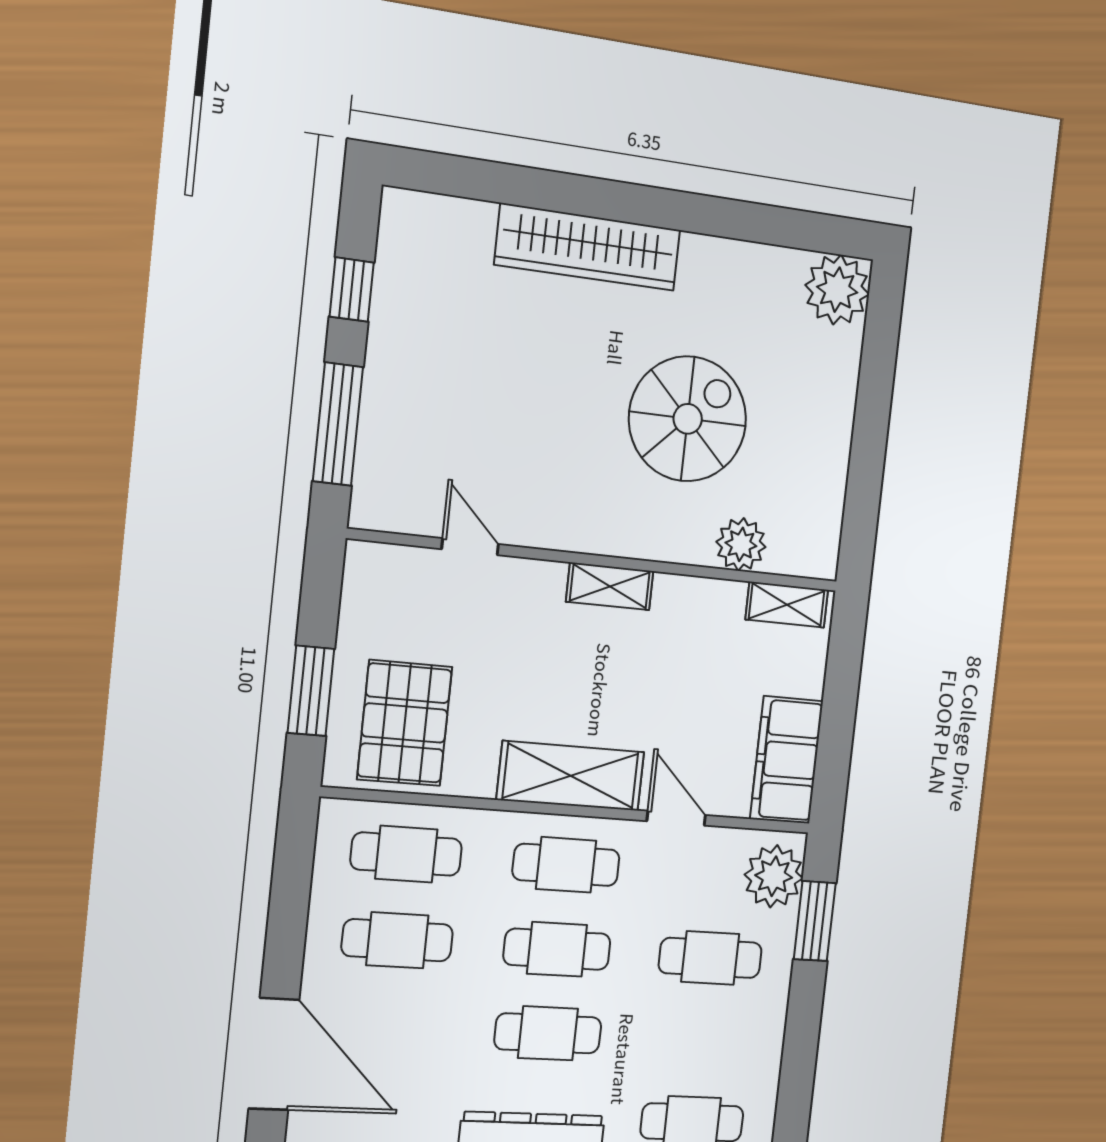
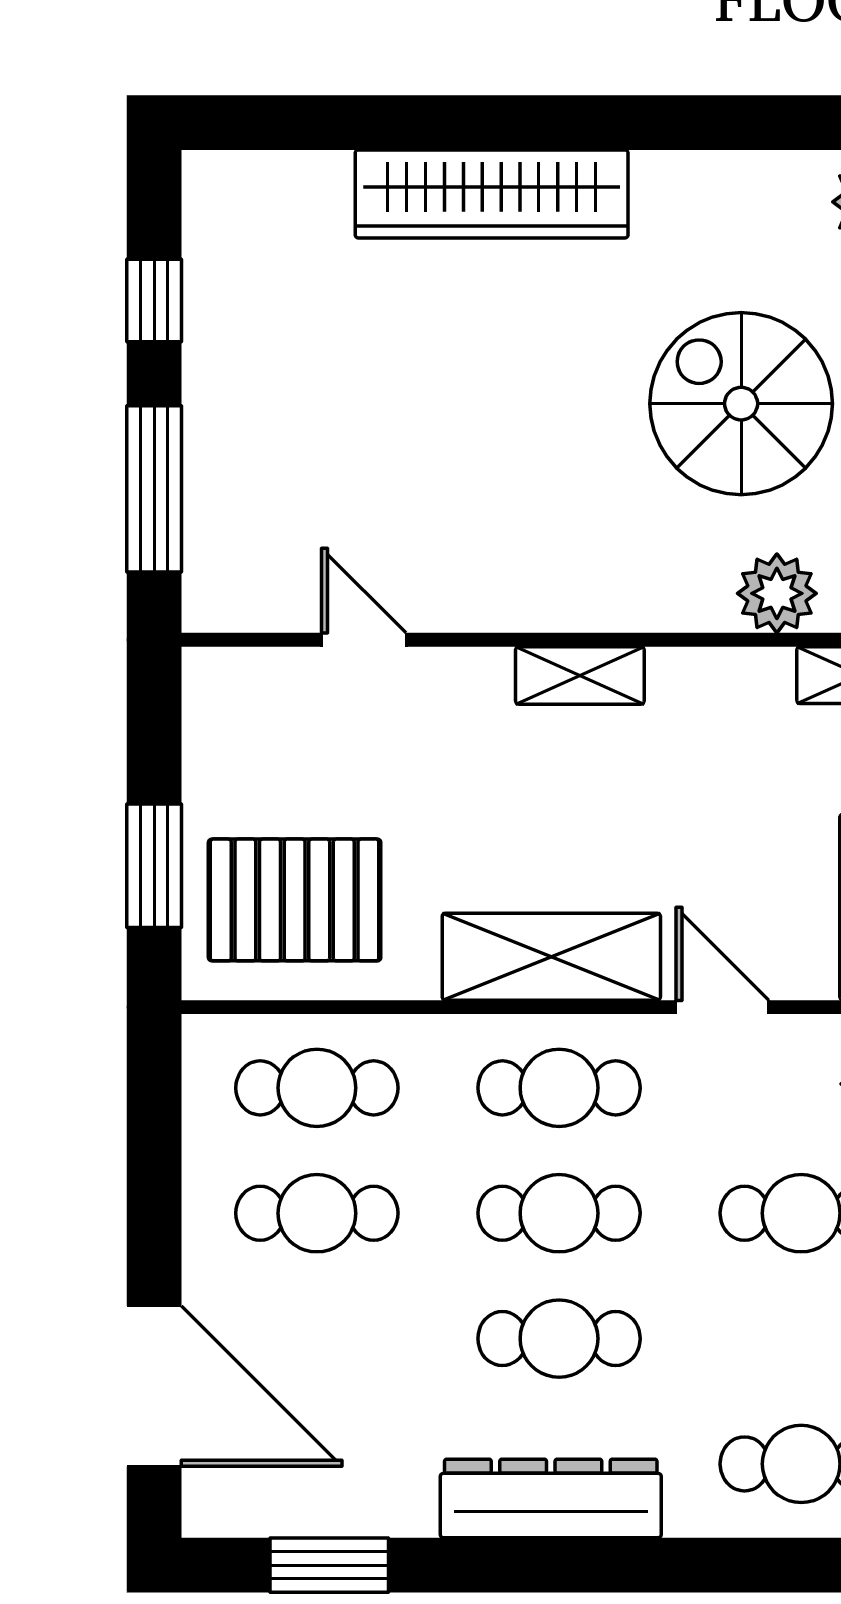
spiral stairs: (688, 419) -> (741, 404), moved, turned -90
pallet: (405, 723) -> (295, 900), turned 90

